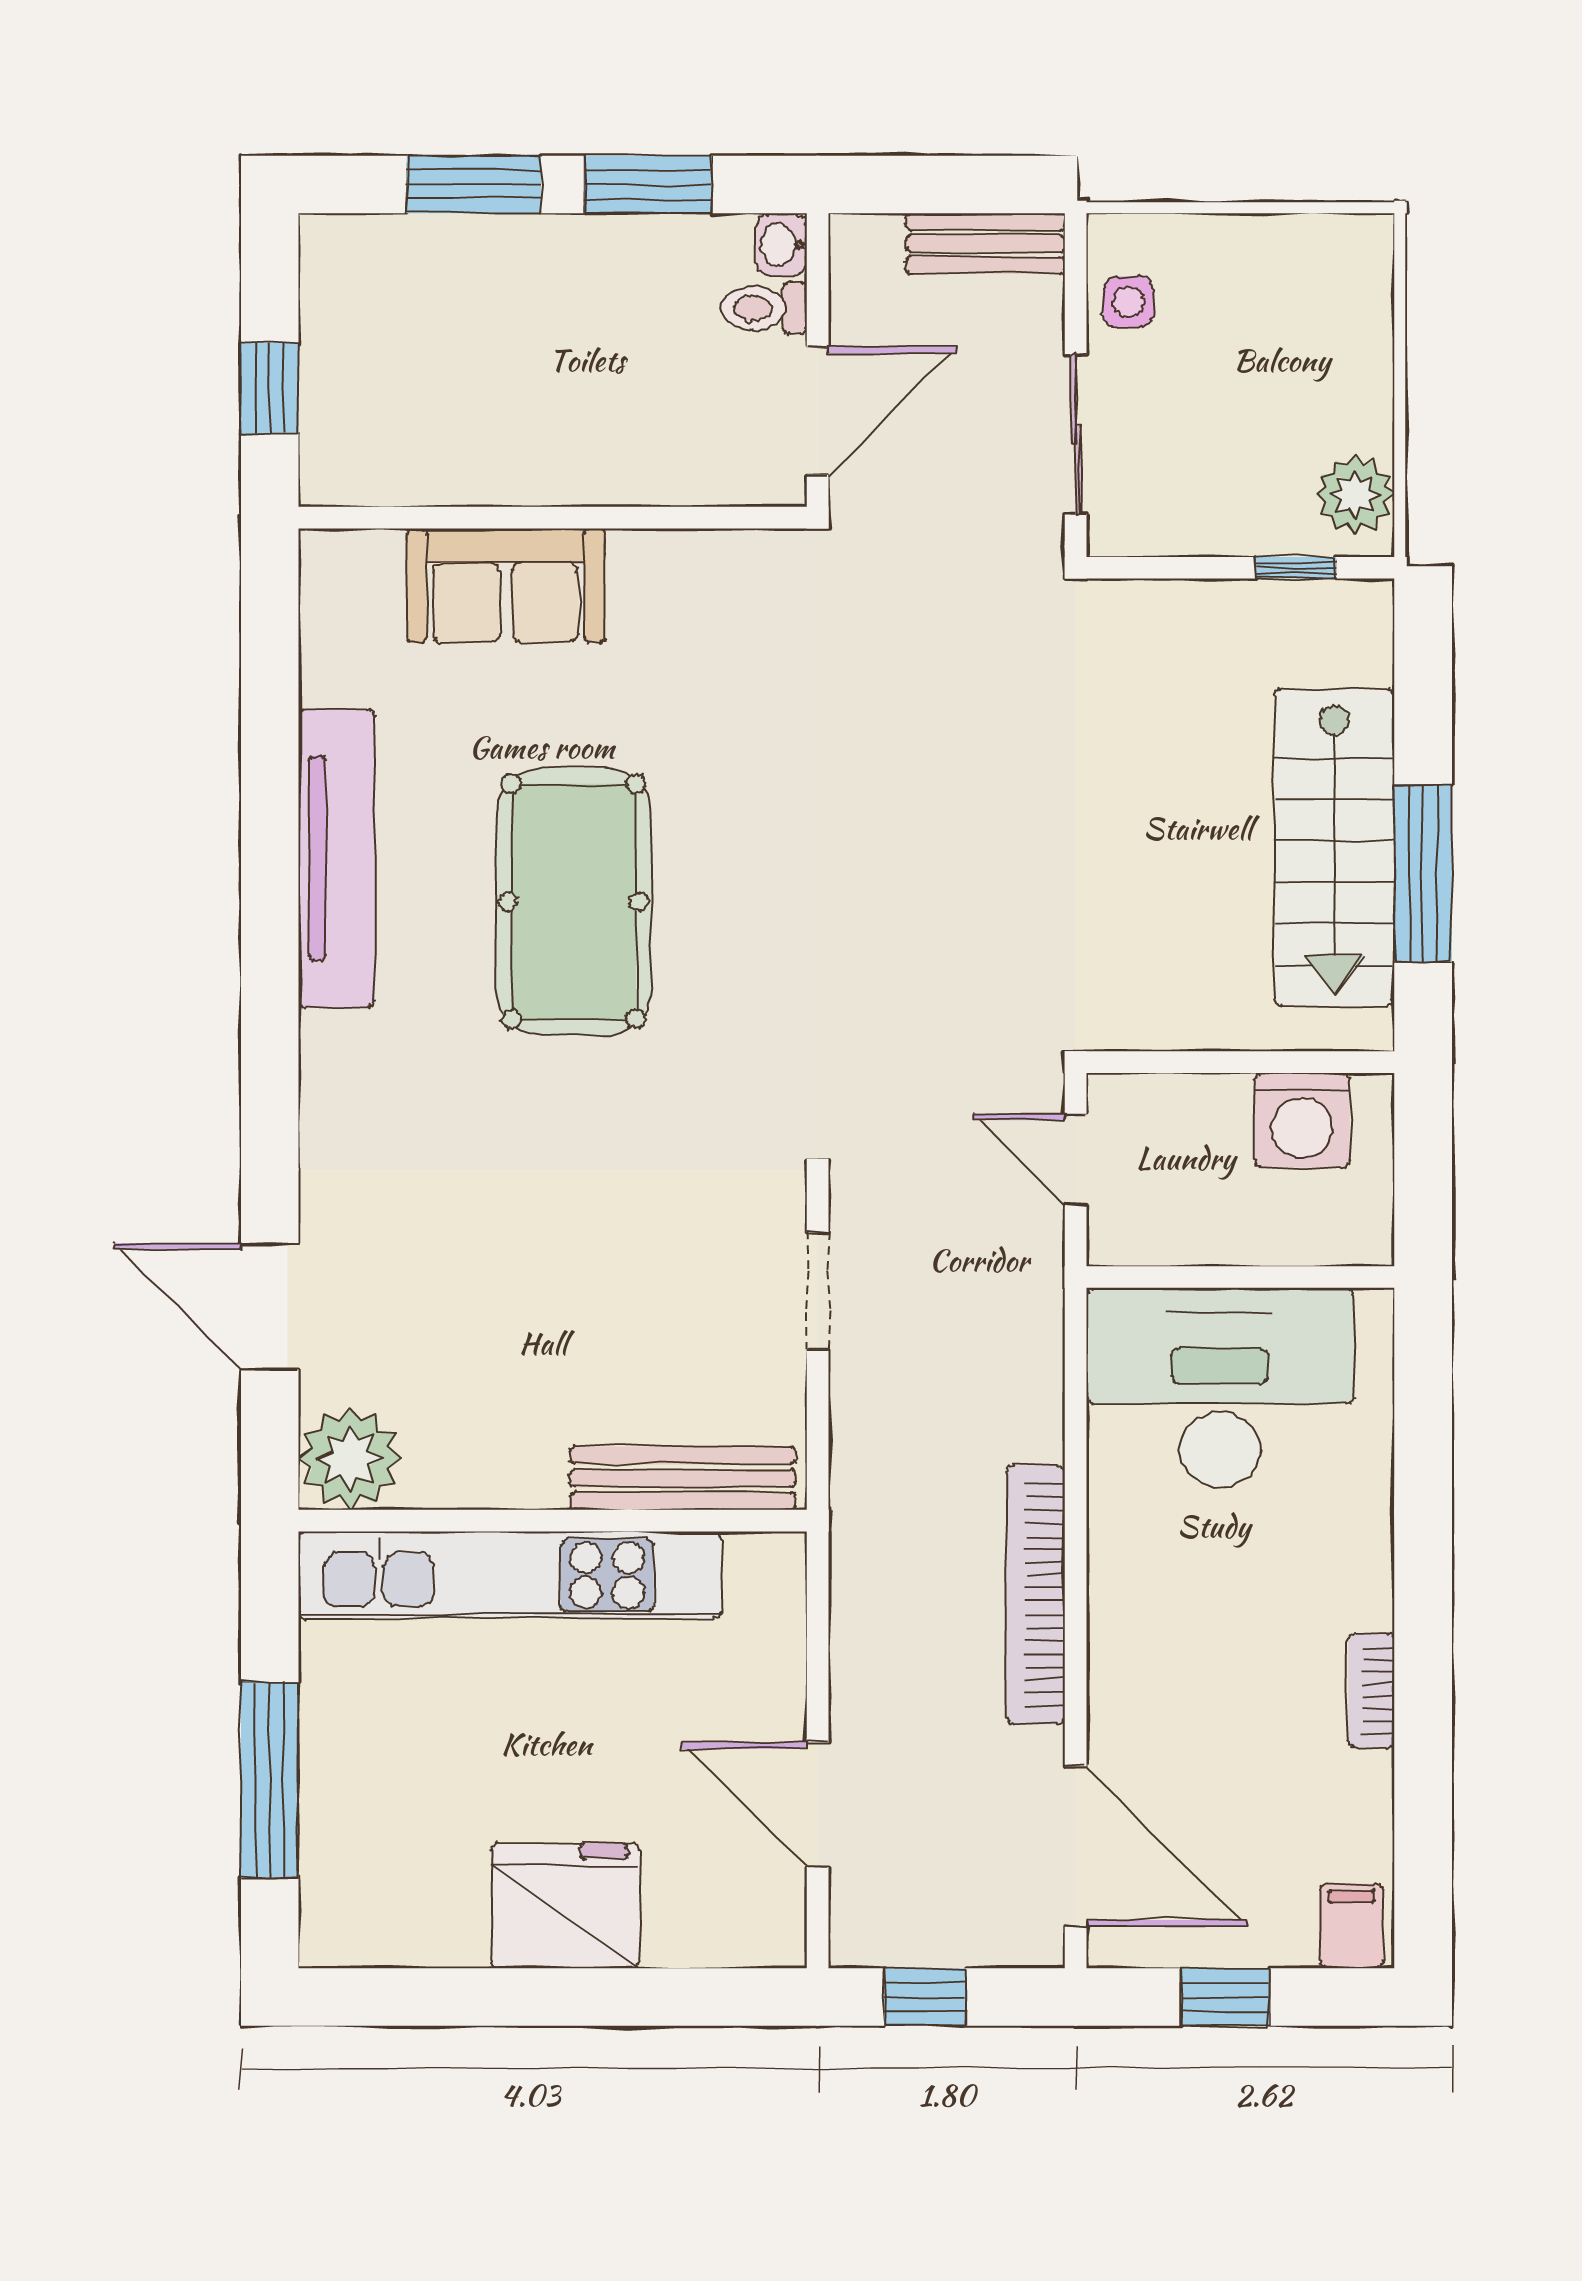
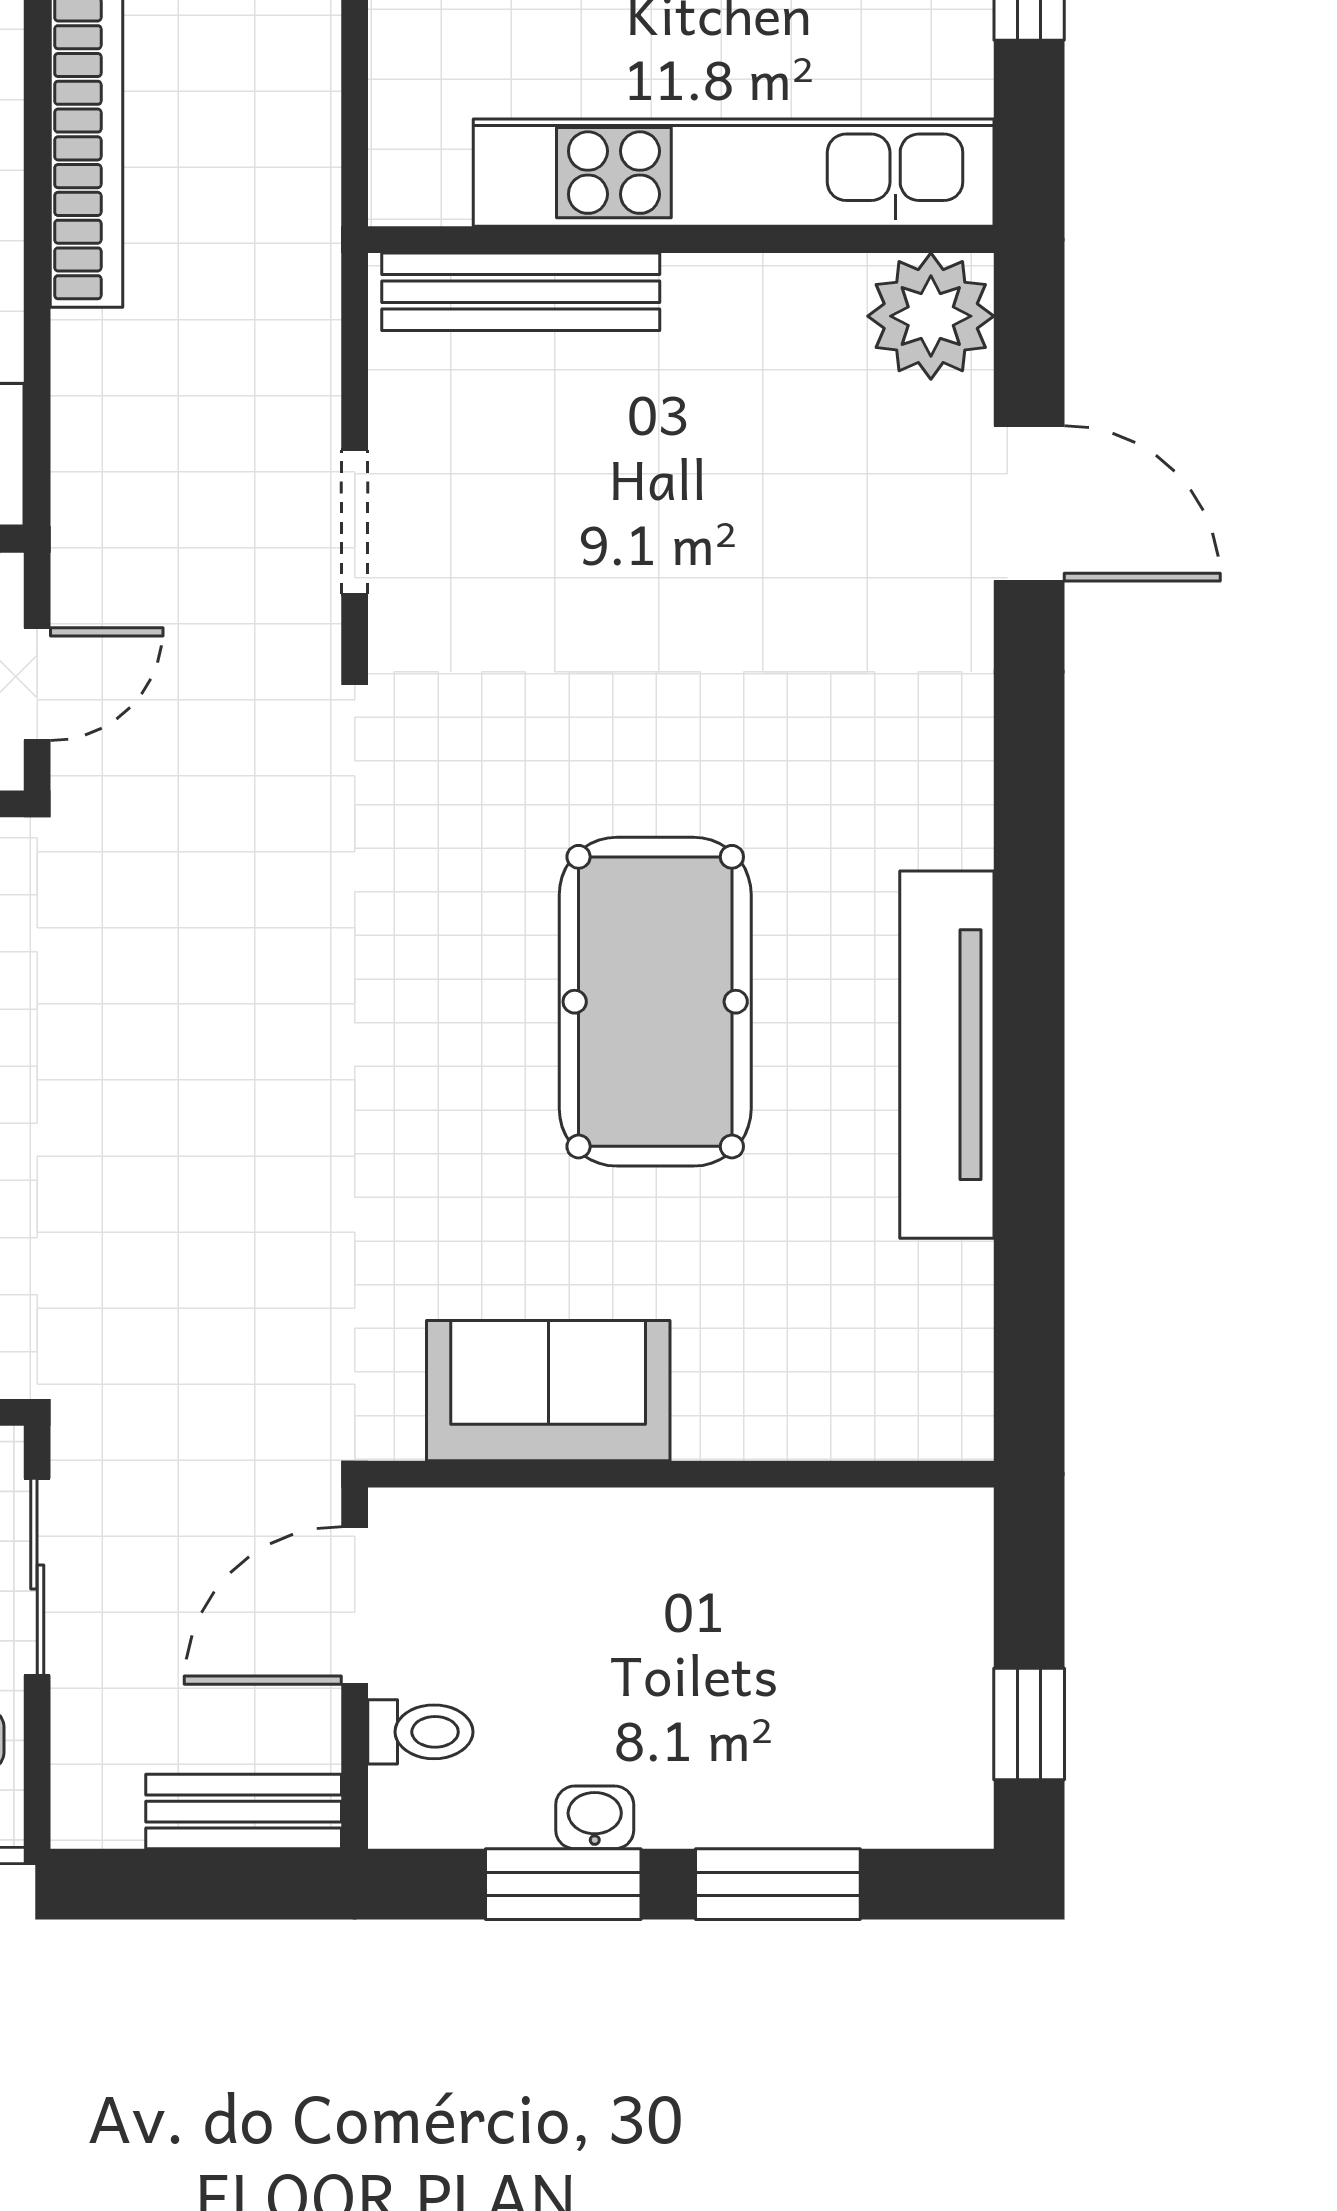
bench: (985, 243) -> (244, 1812), moved
washbasin: (781, 245) -> (595, 1817), moved, turned -90
window: (270, 388) -> (1029, 1724), moved
sofa: (506, 585) -> (548, 1391), moved
door: (1076, 1159) -> (37, 684), hinge flipped

